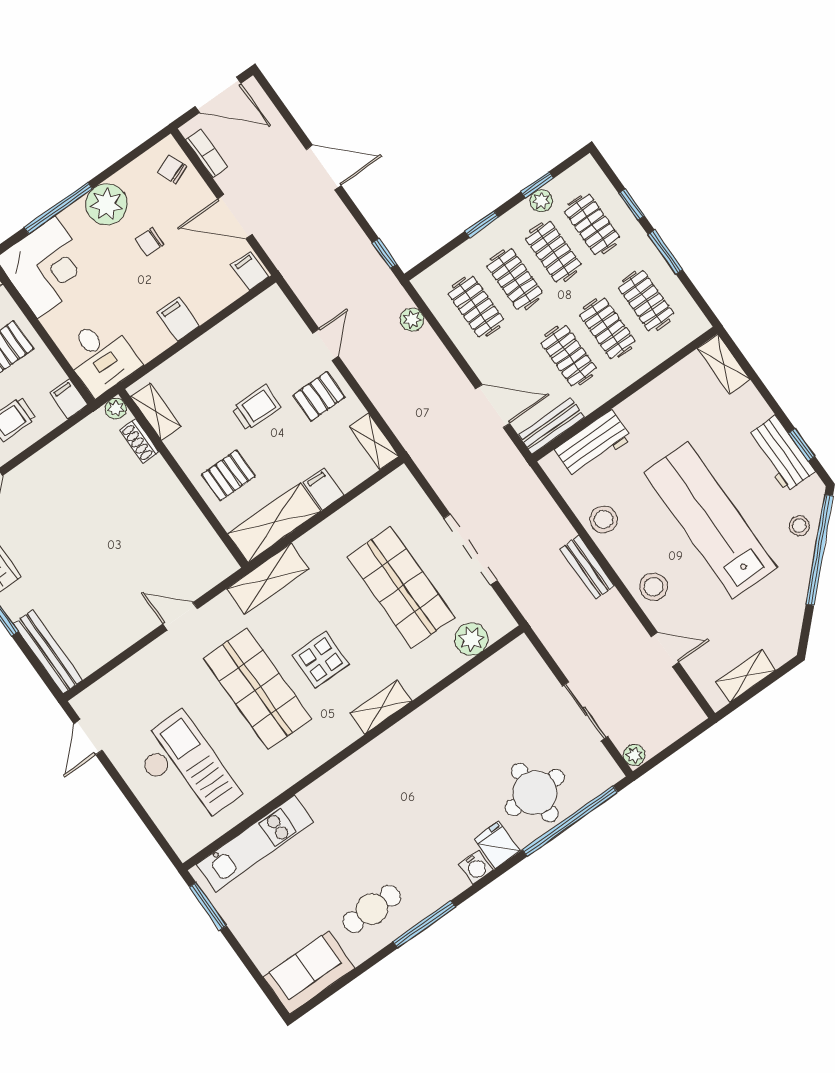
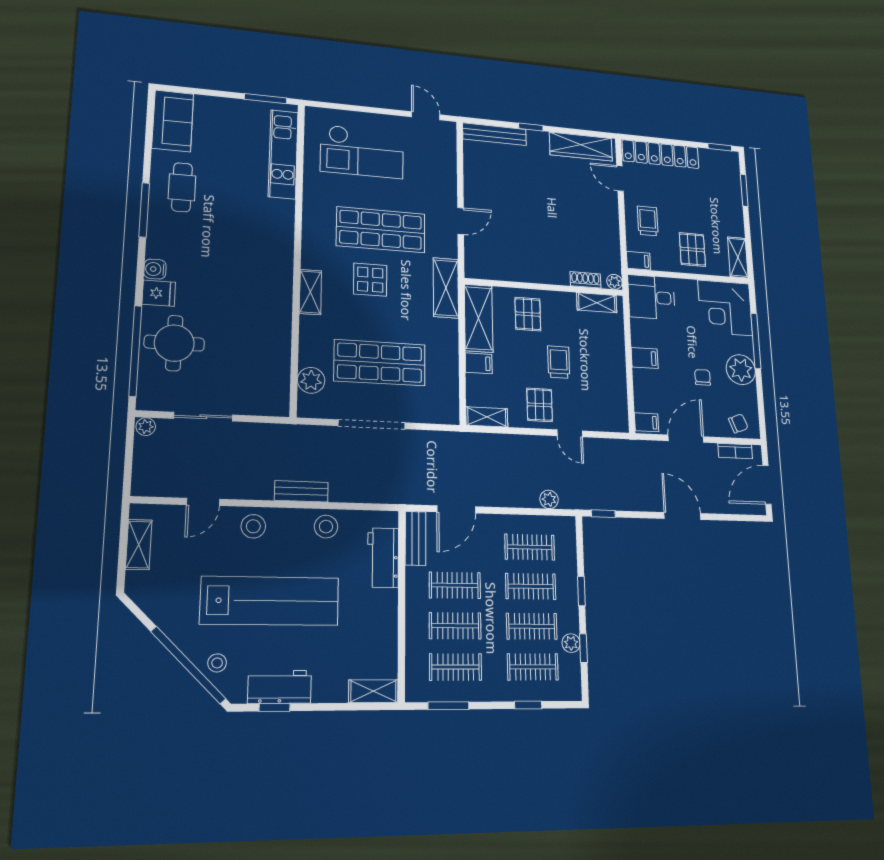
door: (324, 167) -> (682, 516), swing flipped
window: (665, 252) -> (448, 706), moved
trolley: (256, 408) -> (559, 362), turned 180

